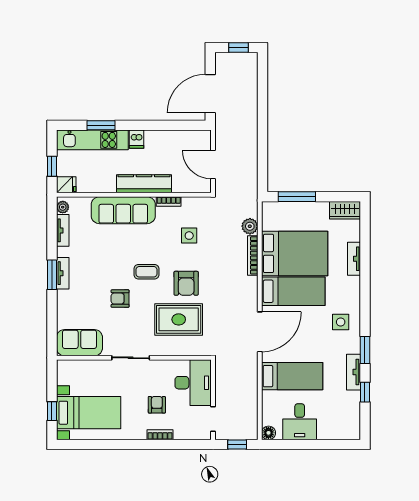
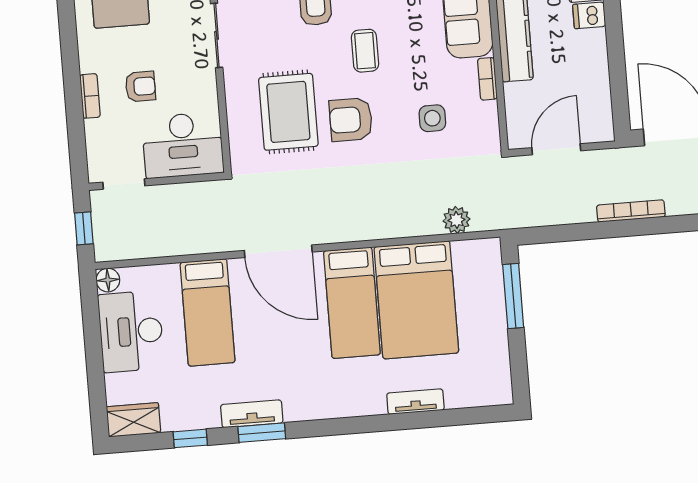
wardrobe: (345, 210) -> (133, 420), moved, turned 90
bookcase: (253, 255) -> (631, 211), moved
side table: (341, 322) -> (306, 387), removed
tv unit: (353, 372) -> (252, 414), moved
desk: (300, 422) -> (131, 331), width x1.37

